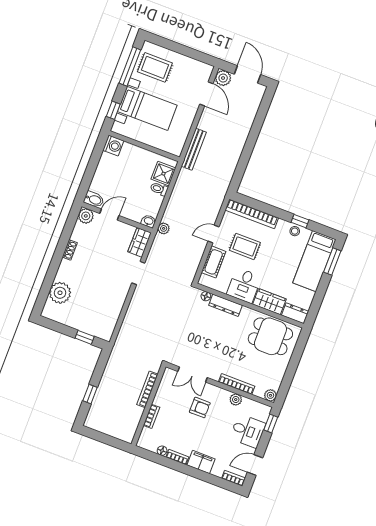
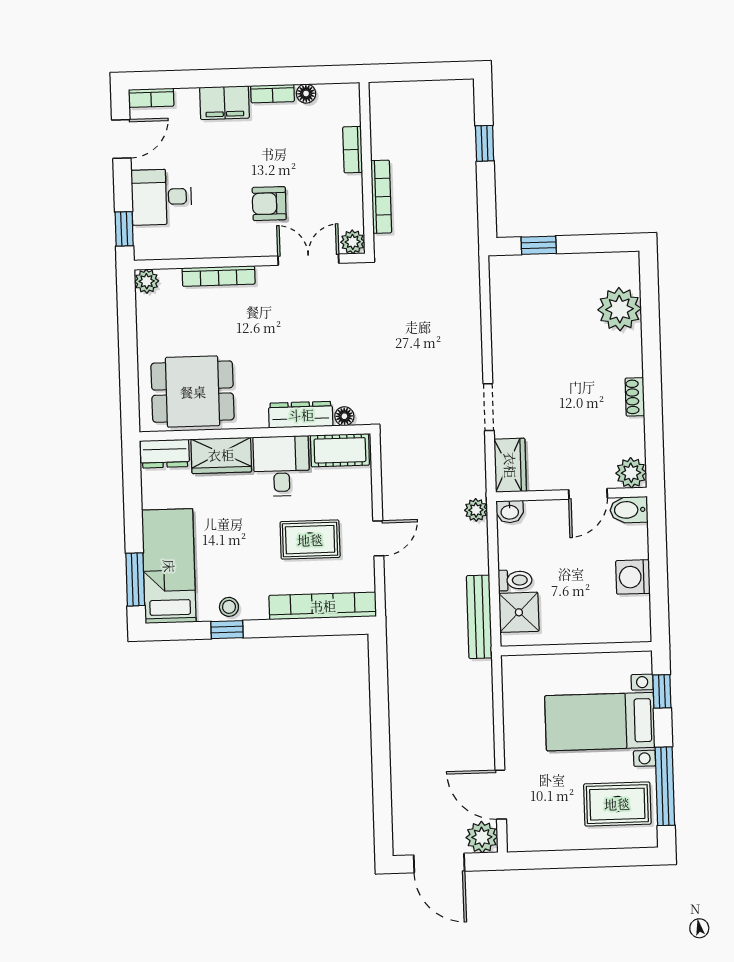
washing machine: (113, 146) -> (633, 577), moved
bench: (194, 149) -> (479, 617), moved
cot: (214, 262) -> (340, 450), moved, turned 90
plant: (236, 400) -> (353, 242), moved

